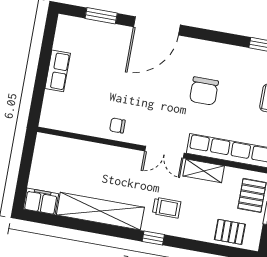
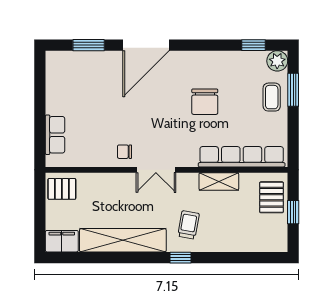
row of seats: (58, 71) -> (55, 135), moved
double door: (164, 152) -> (156, 170), moved
trolley: (167, 208) -> (188, 225), turned -80
pallet: (230, 232) -> (62, 189), moved

